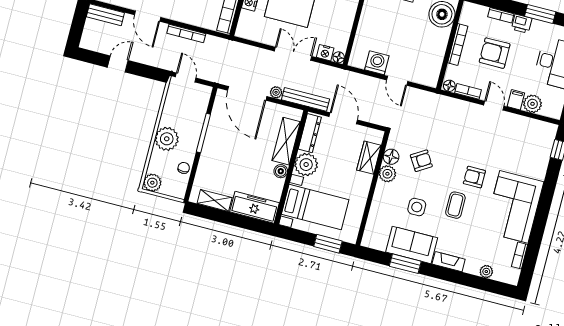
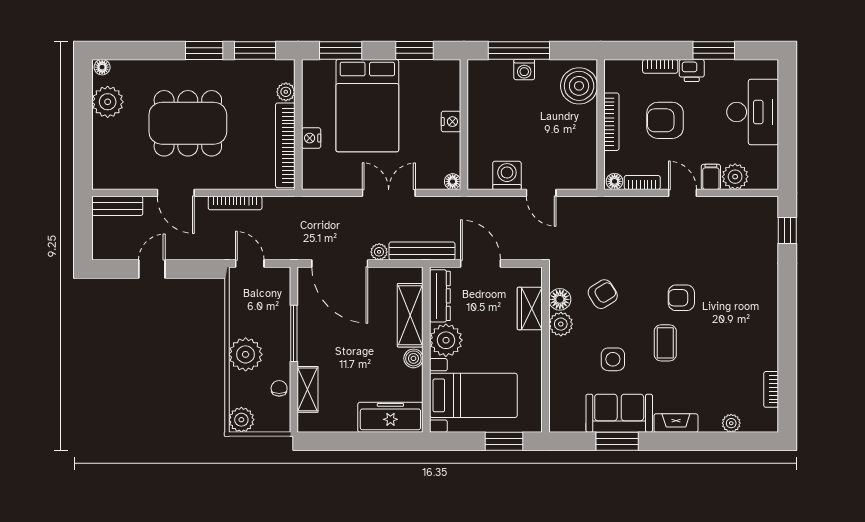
nightstand: (325, 53) -> (451, 122), moved, turned -90
shelving: (215, 200) -> (308, 389), moved, turned 90
corner sofa: (514, 207) -> (746, 324), removed

